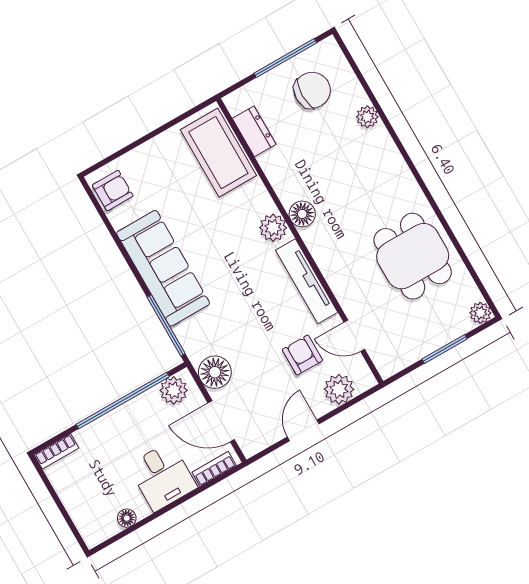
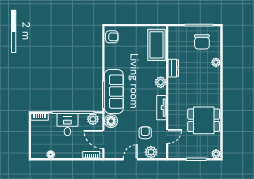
chair: (312, 90) -> (202, 42), turned 90
dresser: (254, 131) -> (173, 68), moved
floor lamp: (302, 214) -> (174, 83), removed
dining table: (413, 256) -> (204, 120), turned 90
sofa: (163, 268) -> (114, 92), moved
tv unit: (307, 281) -> (161, 108), width x0.71
door: (354, 336) -> (167, 136), swing flipped
desk: (162, 476) -> (67, 125), moved, turned 180

